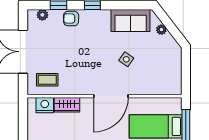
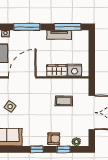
coffee table: (47, 80) -> (64, 101), moved

